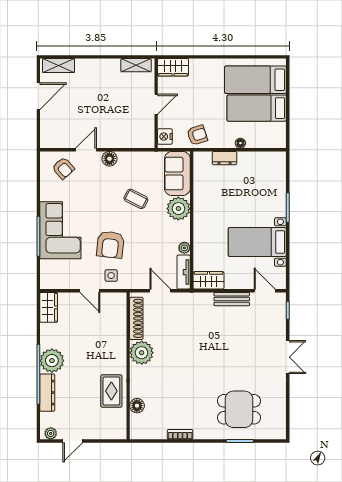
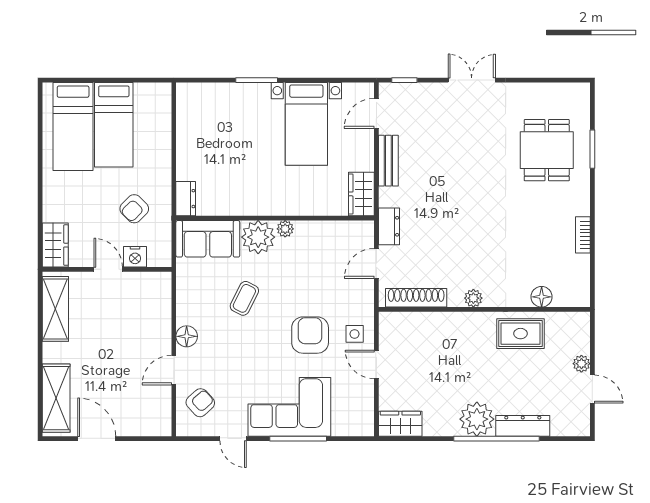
shelving: (136, 65) -> (55, 309), width x1.50, depth x1.33
shelving: (59, 66) -> (56, 398), width x1.50, depth x1.33
armchair: (197, 135) -> (134, 209), moved, turned -117
nightstand: (165, 137) -> (135, 257), moved
floor lamp: (240, 143) -> (164, 148), removed
door: (86, 150) -> (174, 370), hinge flipped
dresser: (225, 158) -> (186, 199), moved
door: (38, 191) -> (233, 439), added
armchair: (110, 245) -> (310, 335), turned -96
plant: (184, 248) -> (285, 229), moved
tv unit: (184, 272) -> (349, 230), removed
door: (90, 291) -> (376, 364), swing flipped
dresser: (186, 300) -> (389, 226), added
plant: (142, 353) -> (473, 298), width x0.53, depth x0.53
plant: (51, 433) -> (581, 364), moved

